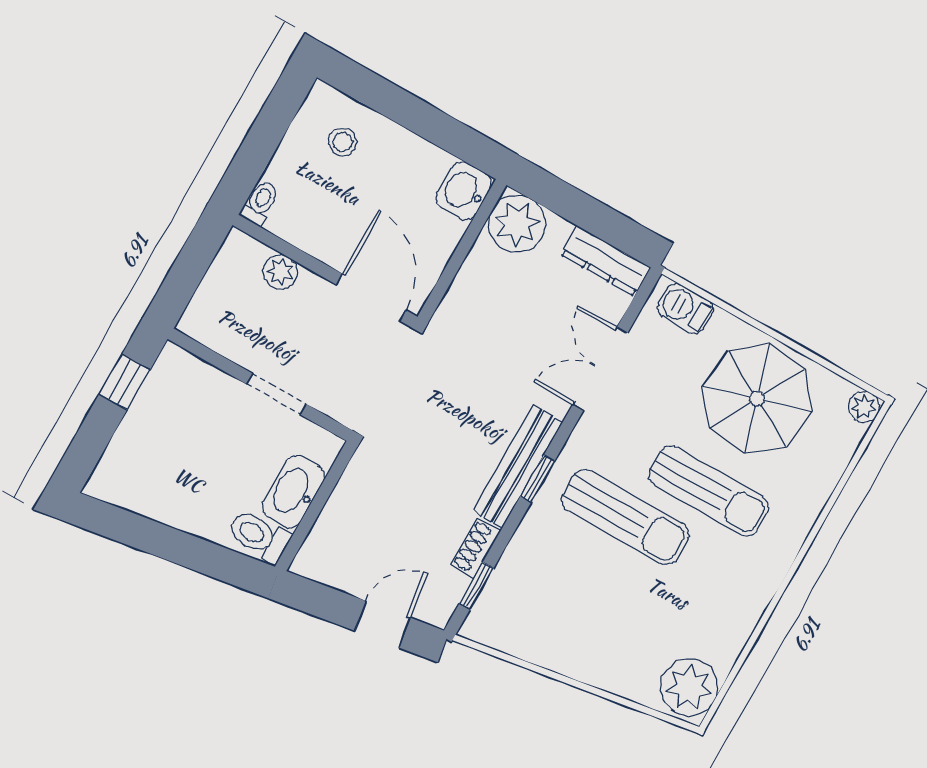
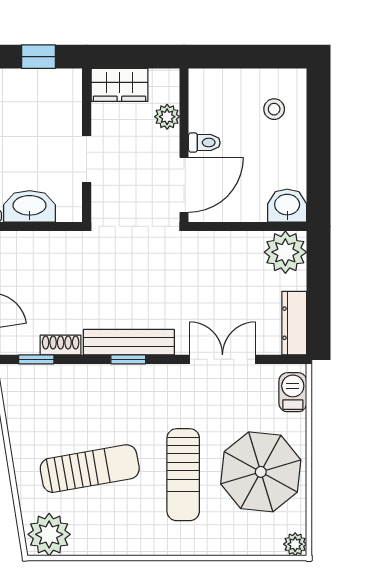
toilet: (260, 203) -> (204, 143), moved
wardrobe: (212, 306) -> (119, 85), added
sun lounger: (625, 517) -> (90, 469), moved, turned -100

